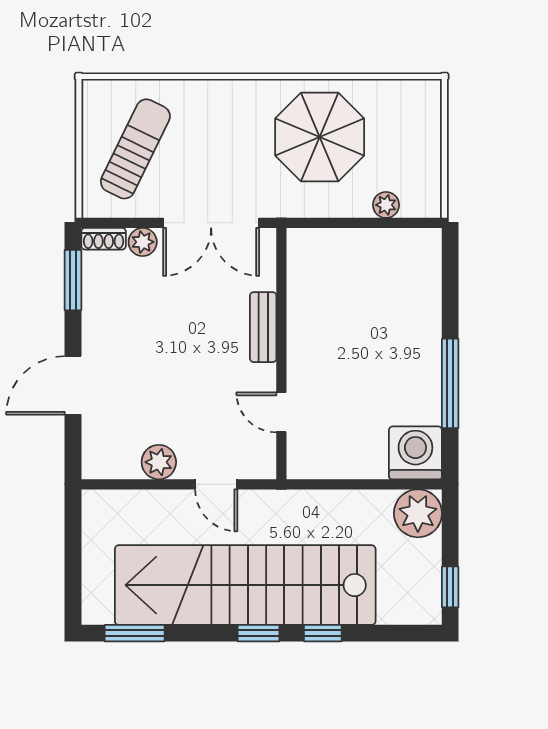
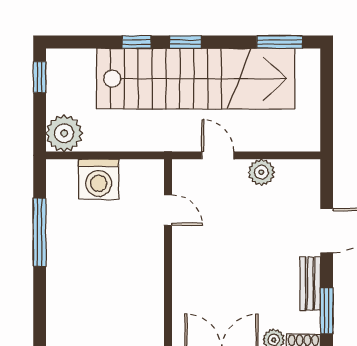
bench: (263, 327) -> (310, 284), moved
washing machine: (415, 453) -> (99, 179), moved

